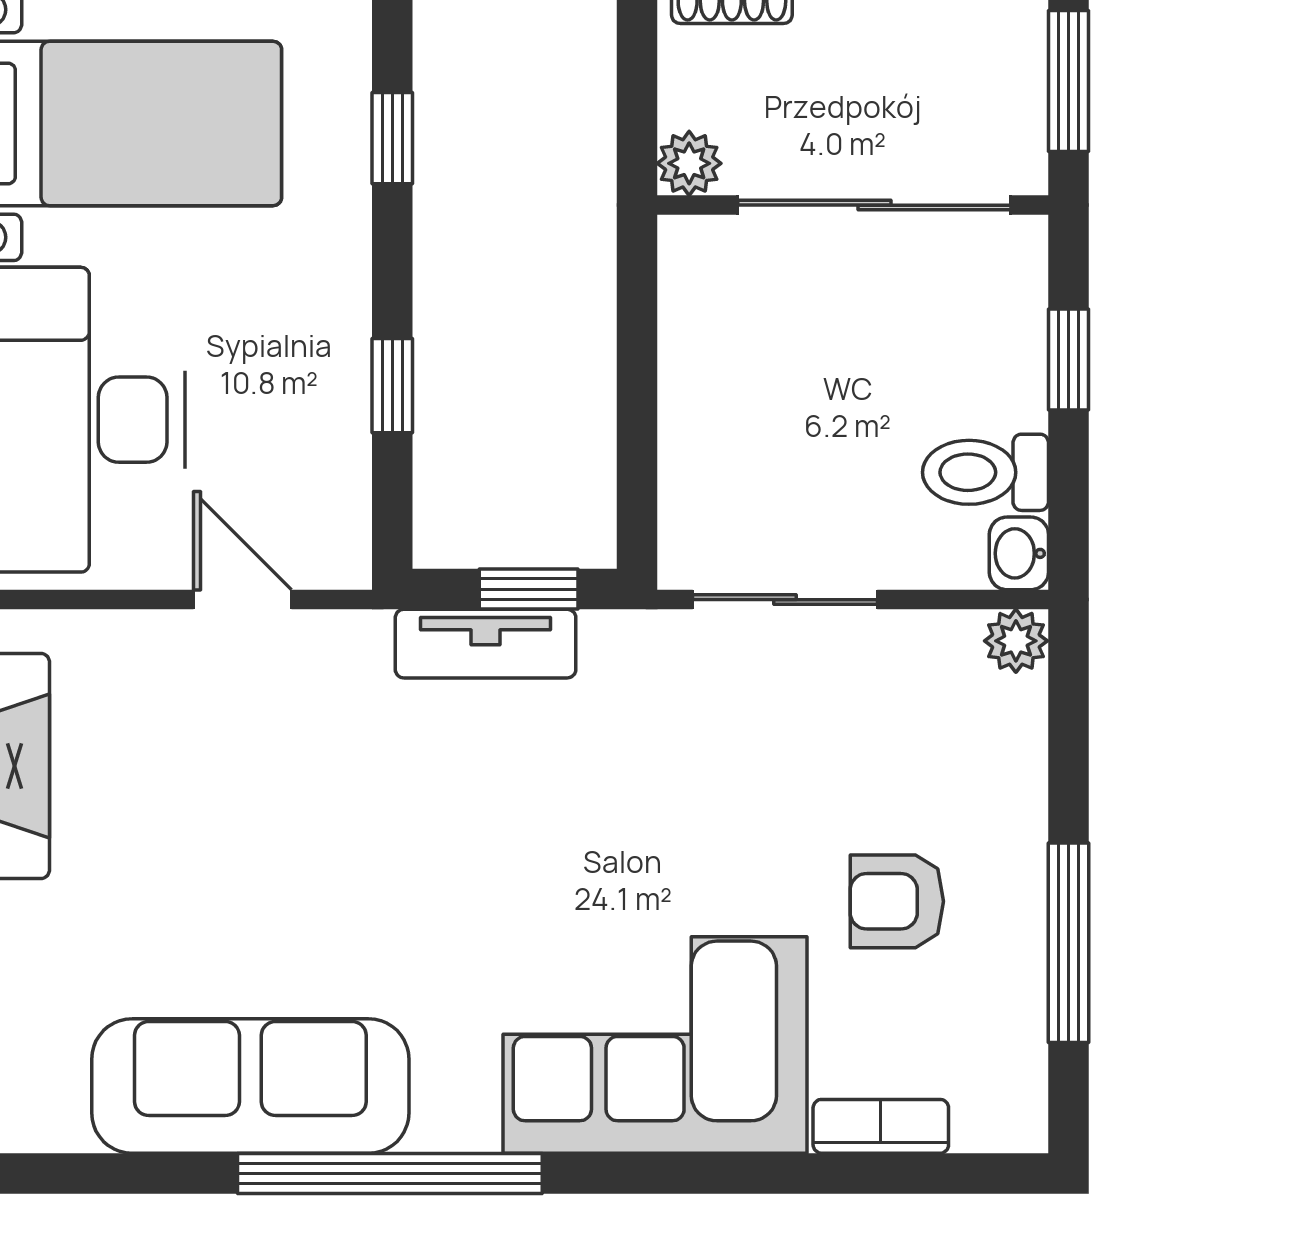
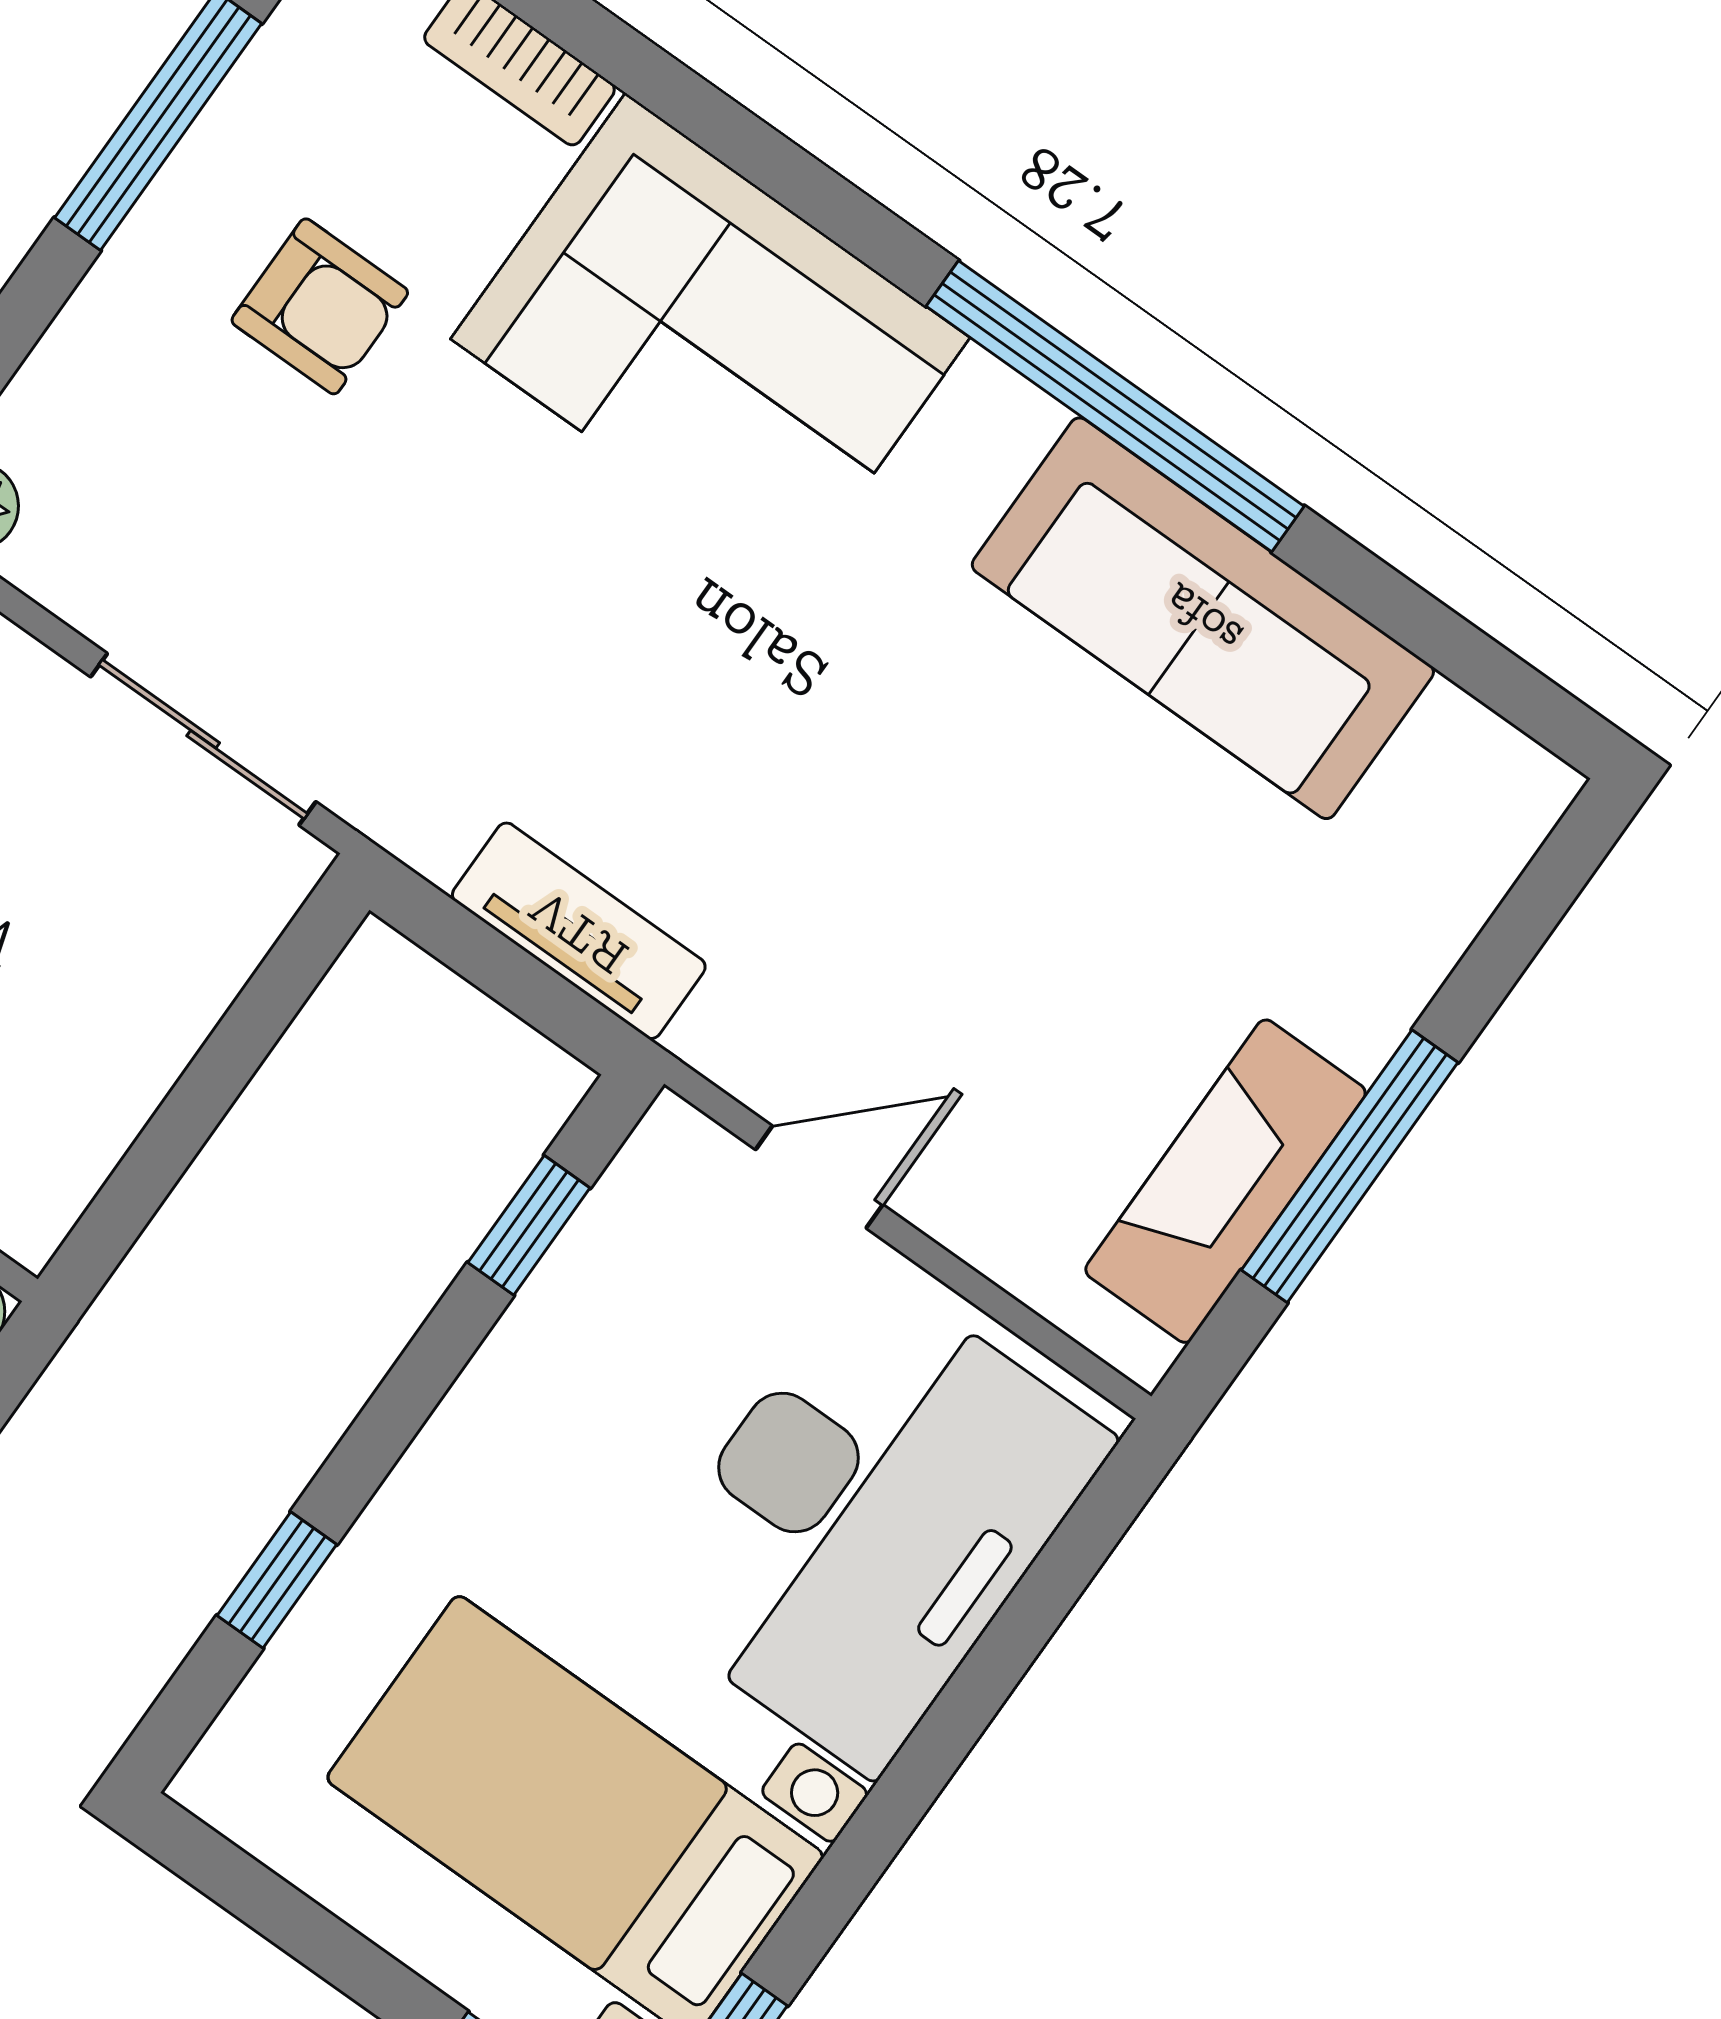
window: (392, 386) -> (529, 1225), moved
window: (529, 589) -> (486, 958), removed
door: (242, 600) -> (819, 1177), swing flipped

